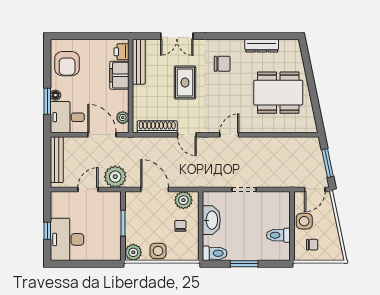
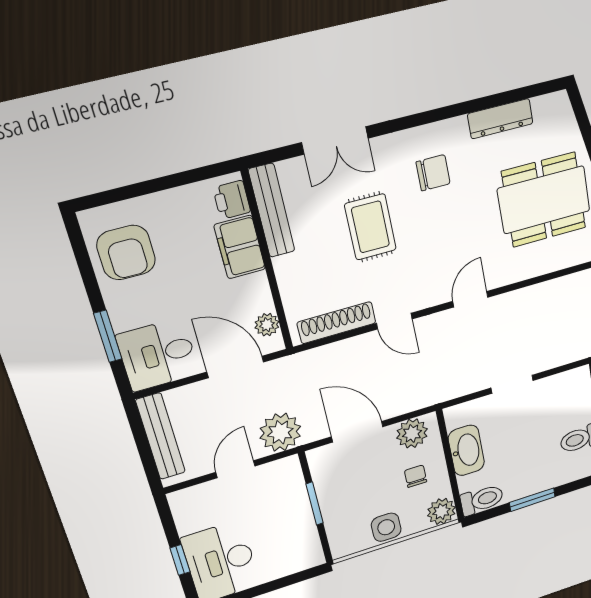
floor lamp: (55, 95) -> (121, 320), removed
plant: (133, 252) -> (441, 511), moved

